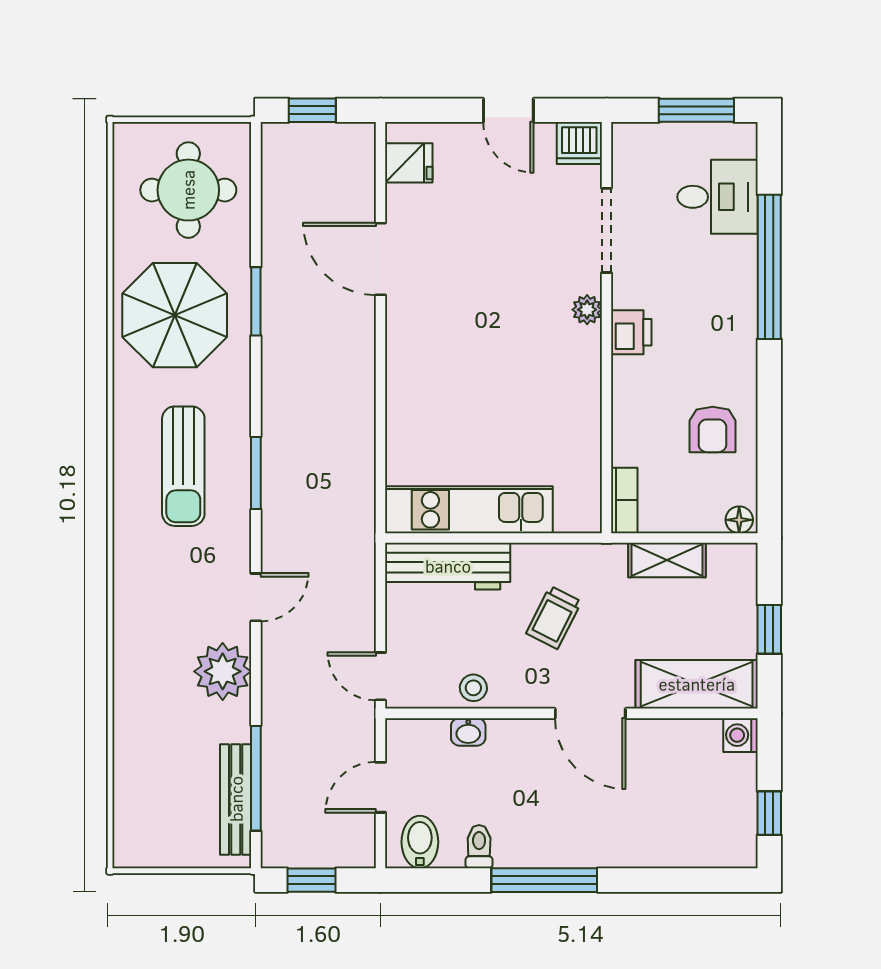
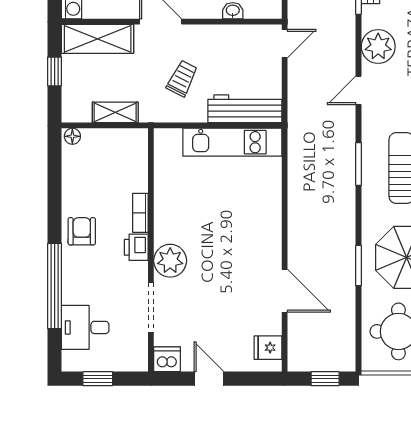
window: (696, 110) -> (98, 379), width x0.67
plant: (587, 310) -> (170, 261), width x1.88, depth x1.88
armchair: (713, 429) -> (82, 231), moved
bookcase: (624, 500) -> (140, 213), moved
door: (381, 676) -> (285, 44), hinge flipped
stool: (473, 688) -> (230, 37), removed

